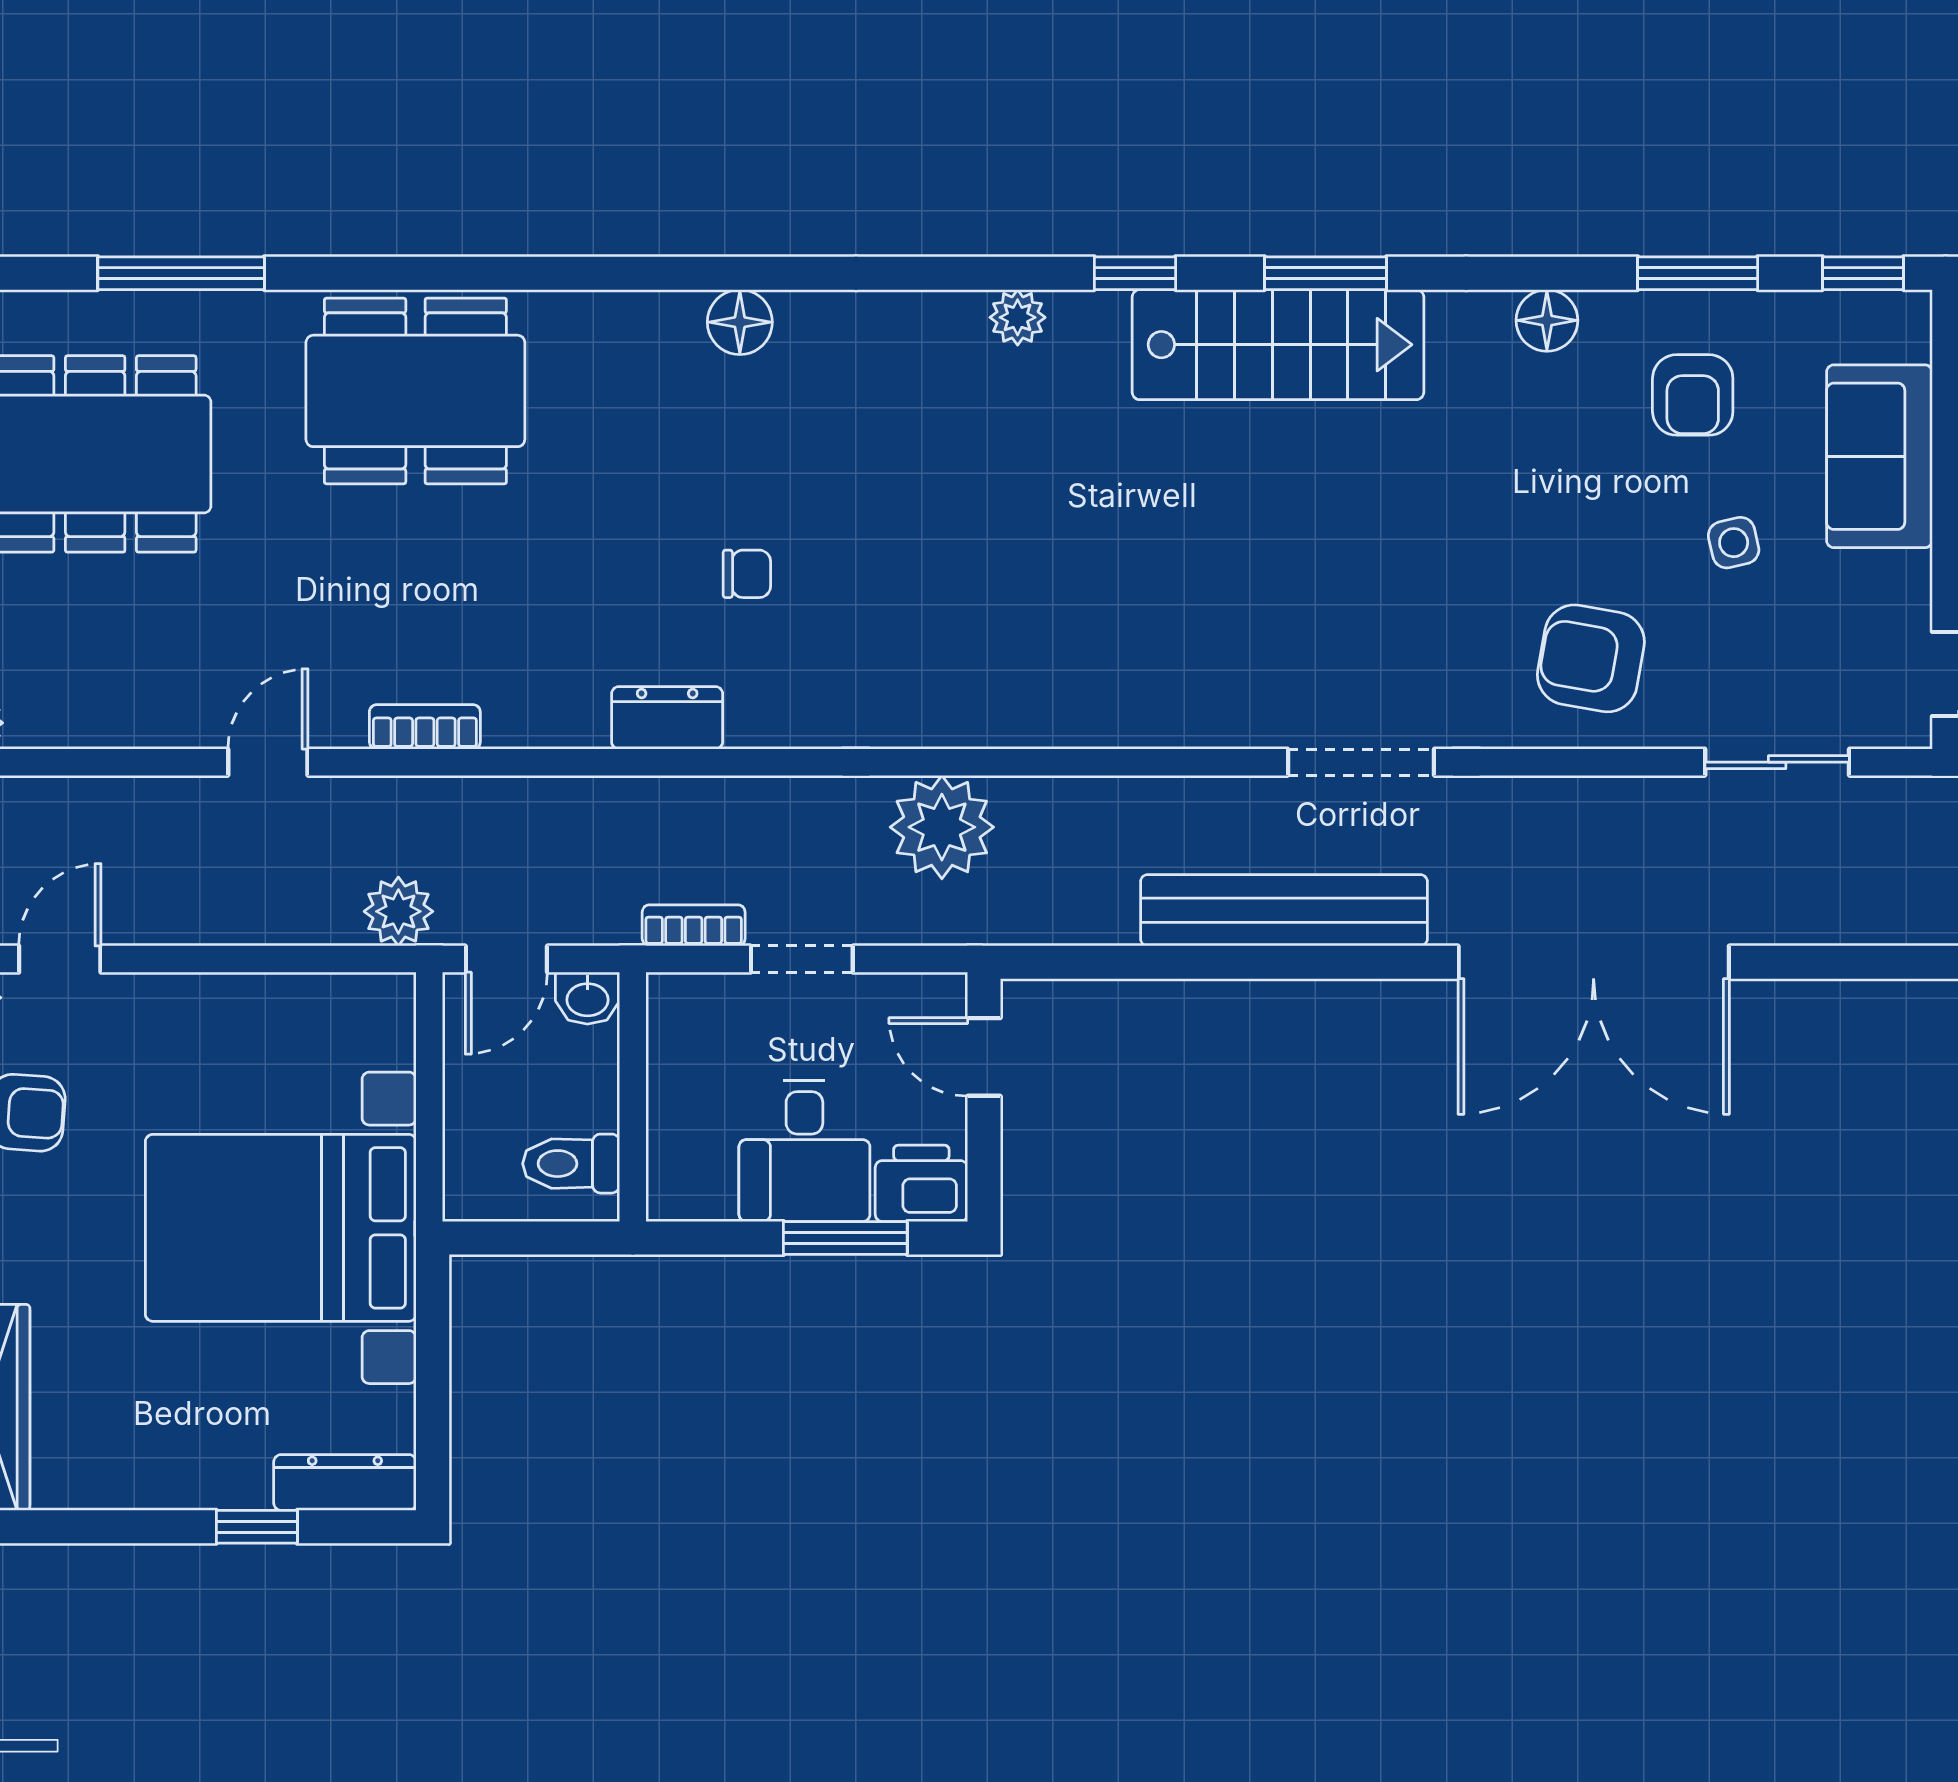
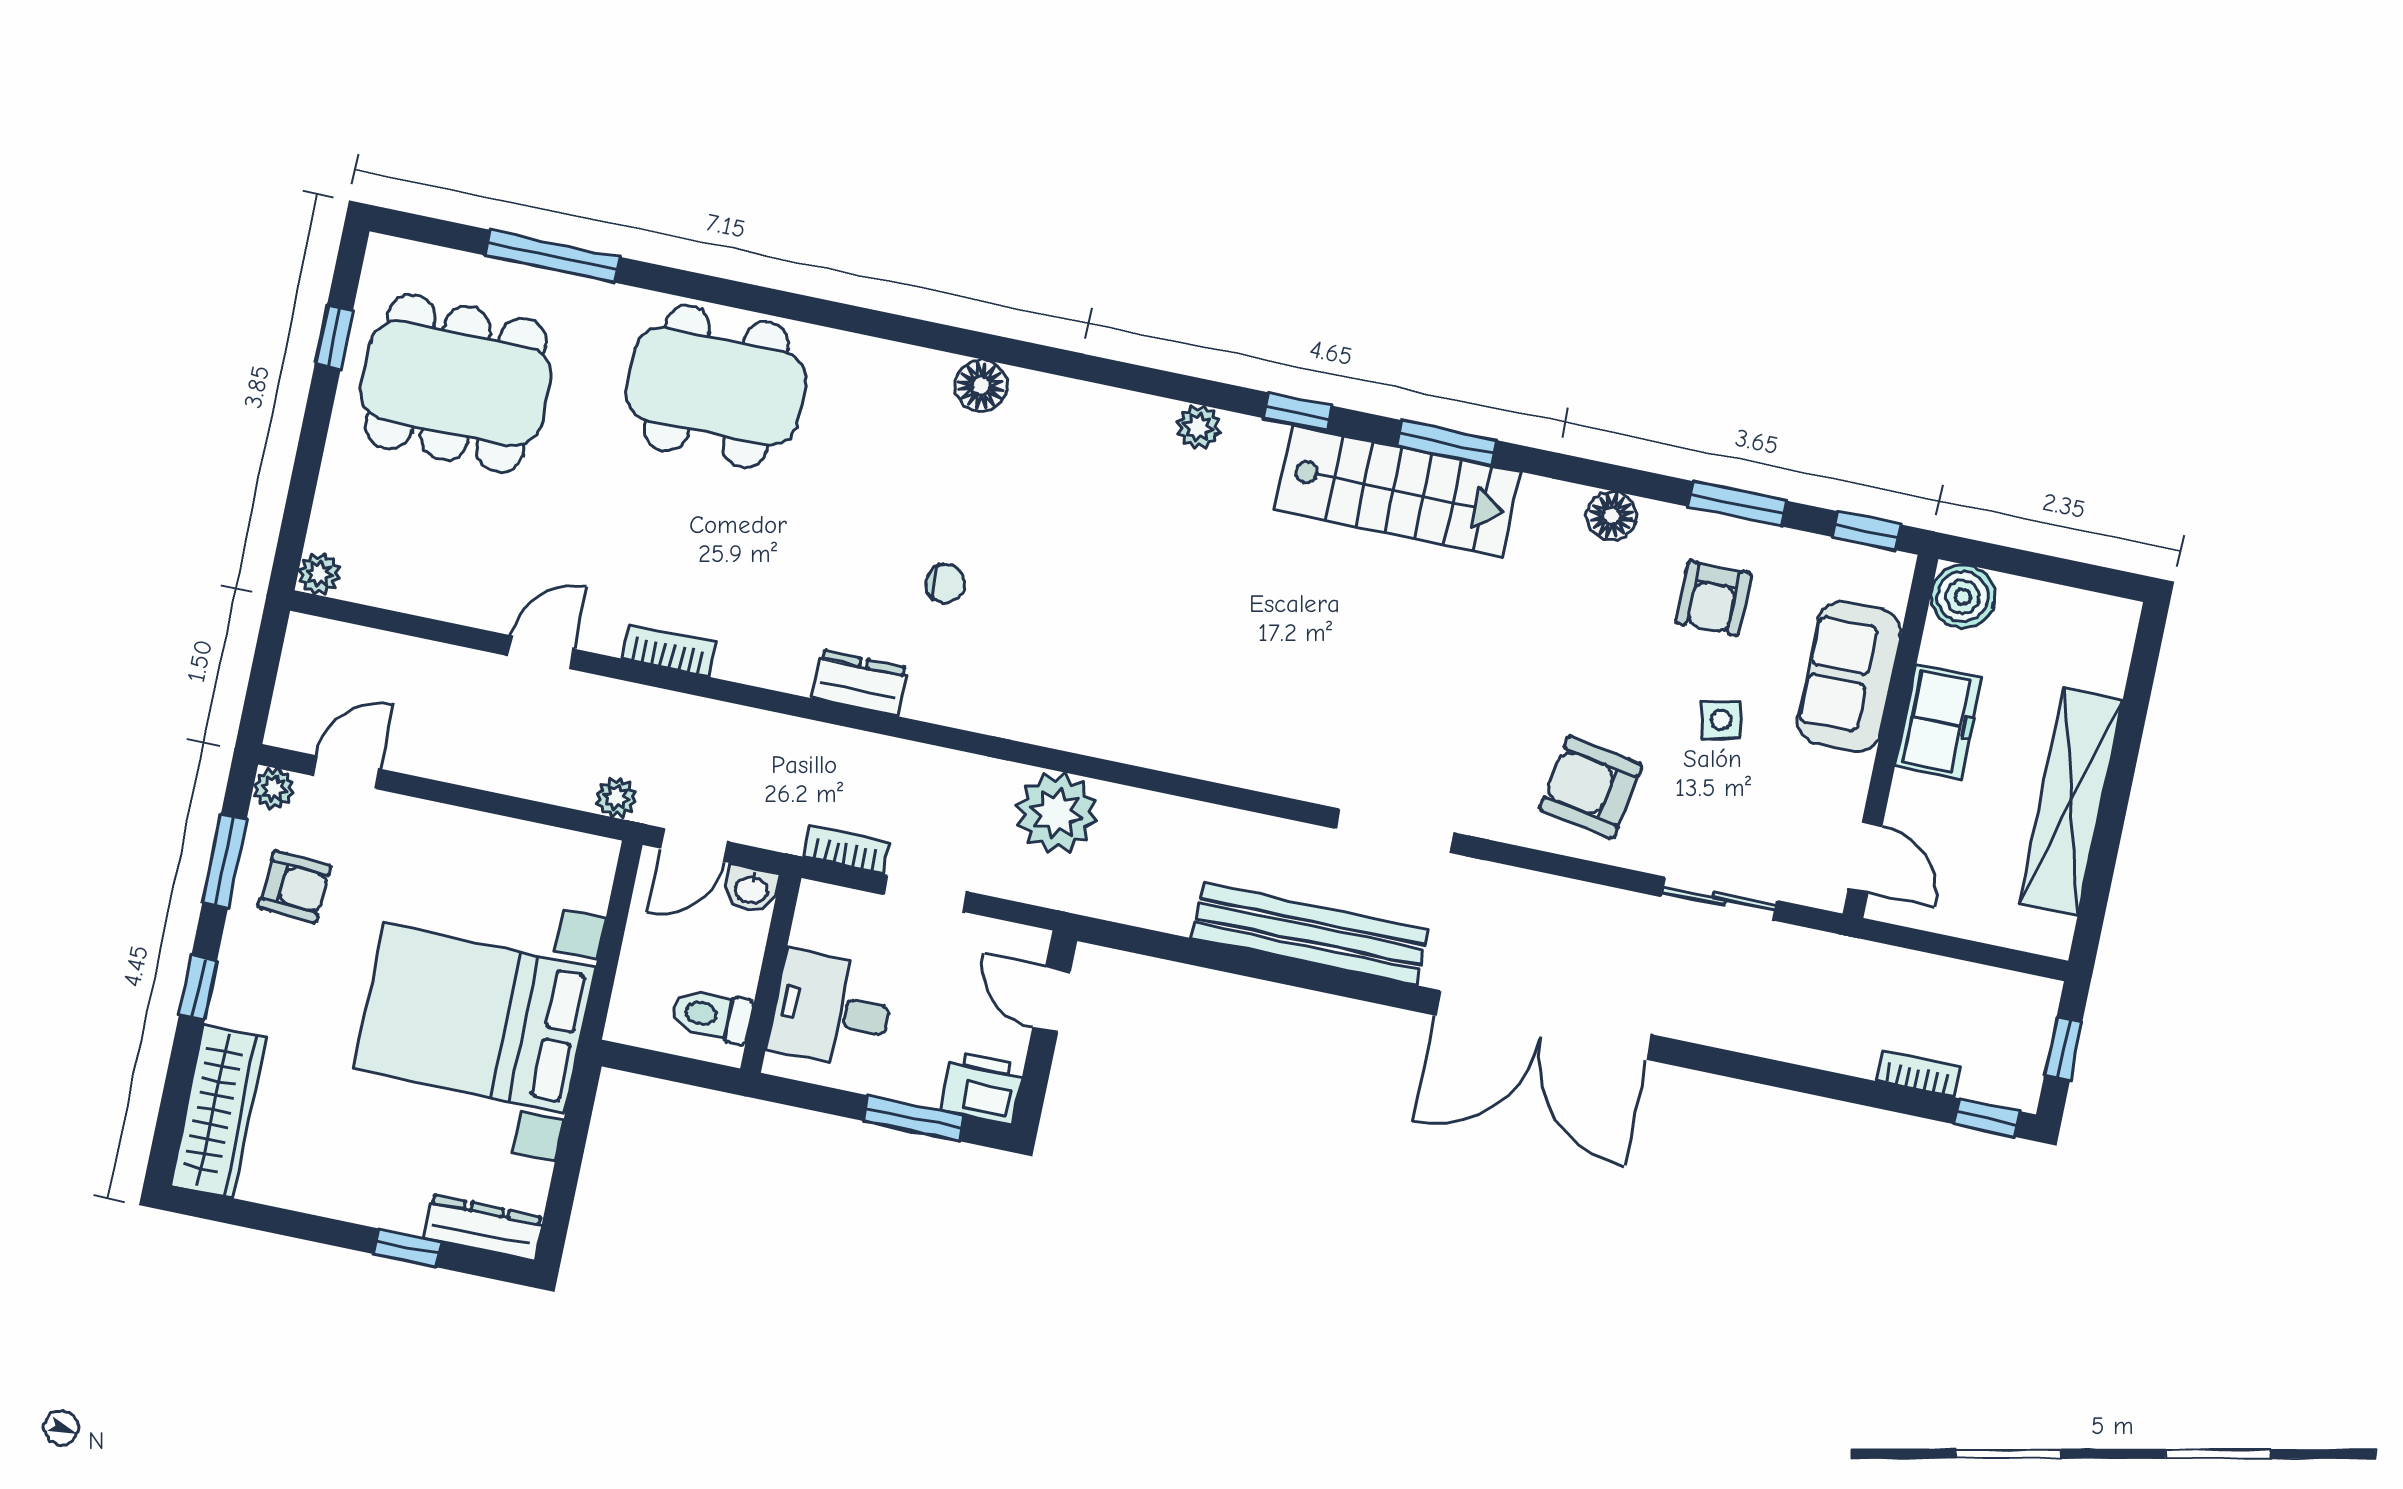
plant: (398, 911) -> (616, 798), width x0.73, depth x0.73
desk: (804, 1151) -> (831, 1010), moved, turned 90

